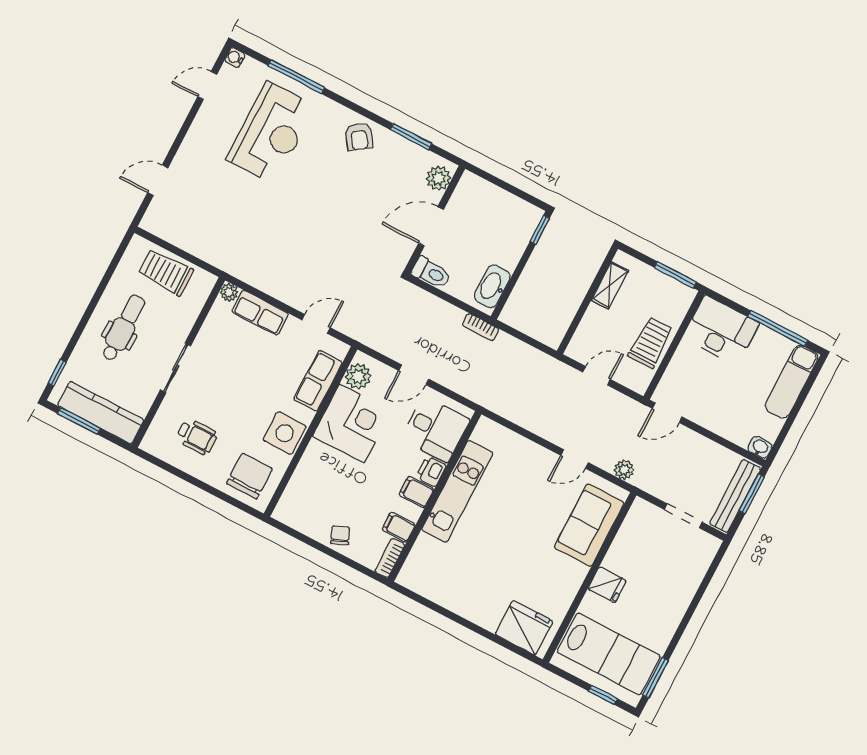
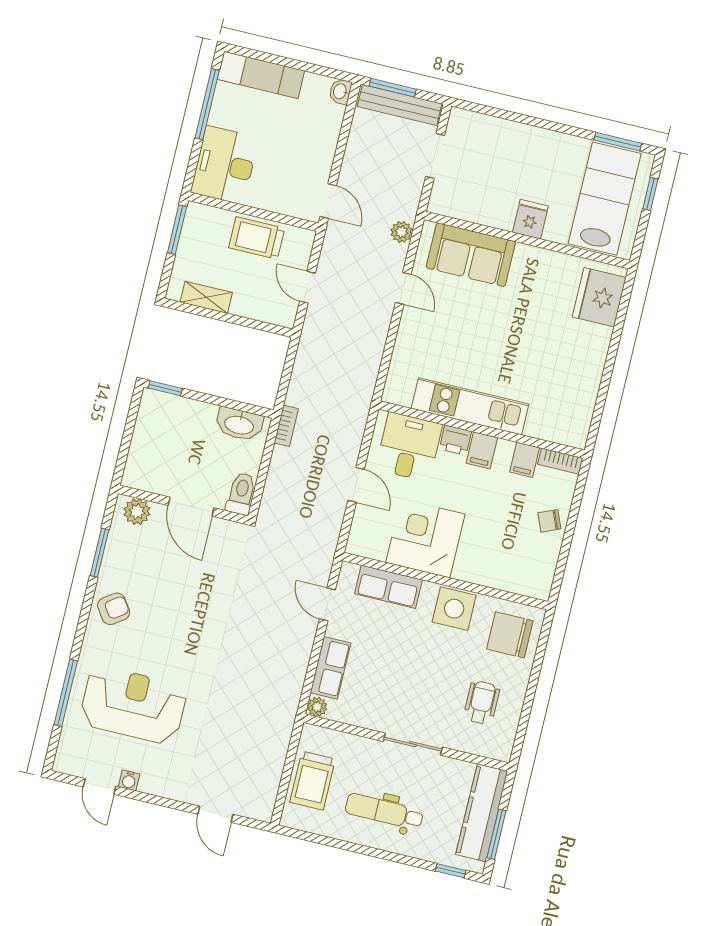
water cooler: (235, 58) -> (129, 780), moved
plant: (358, 376) -> (373, 545), removed

